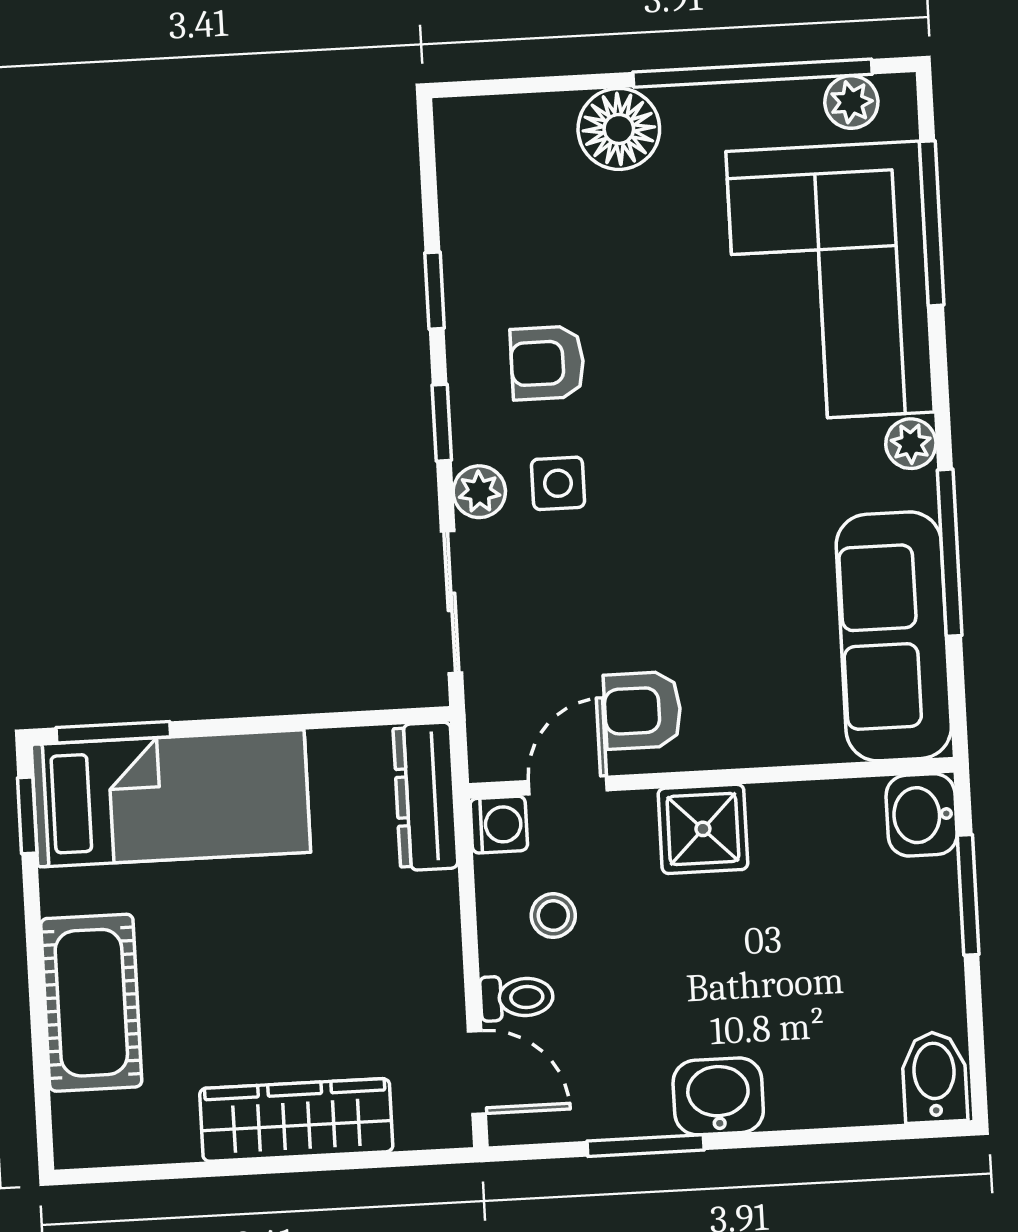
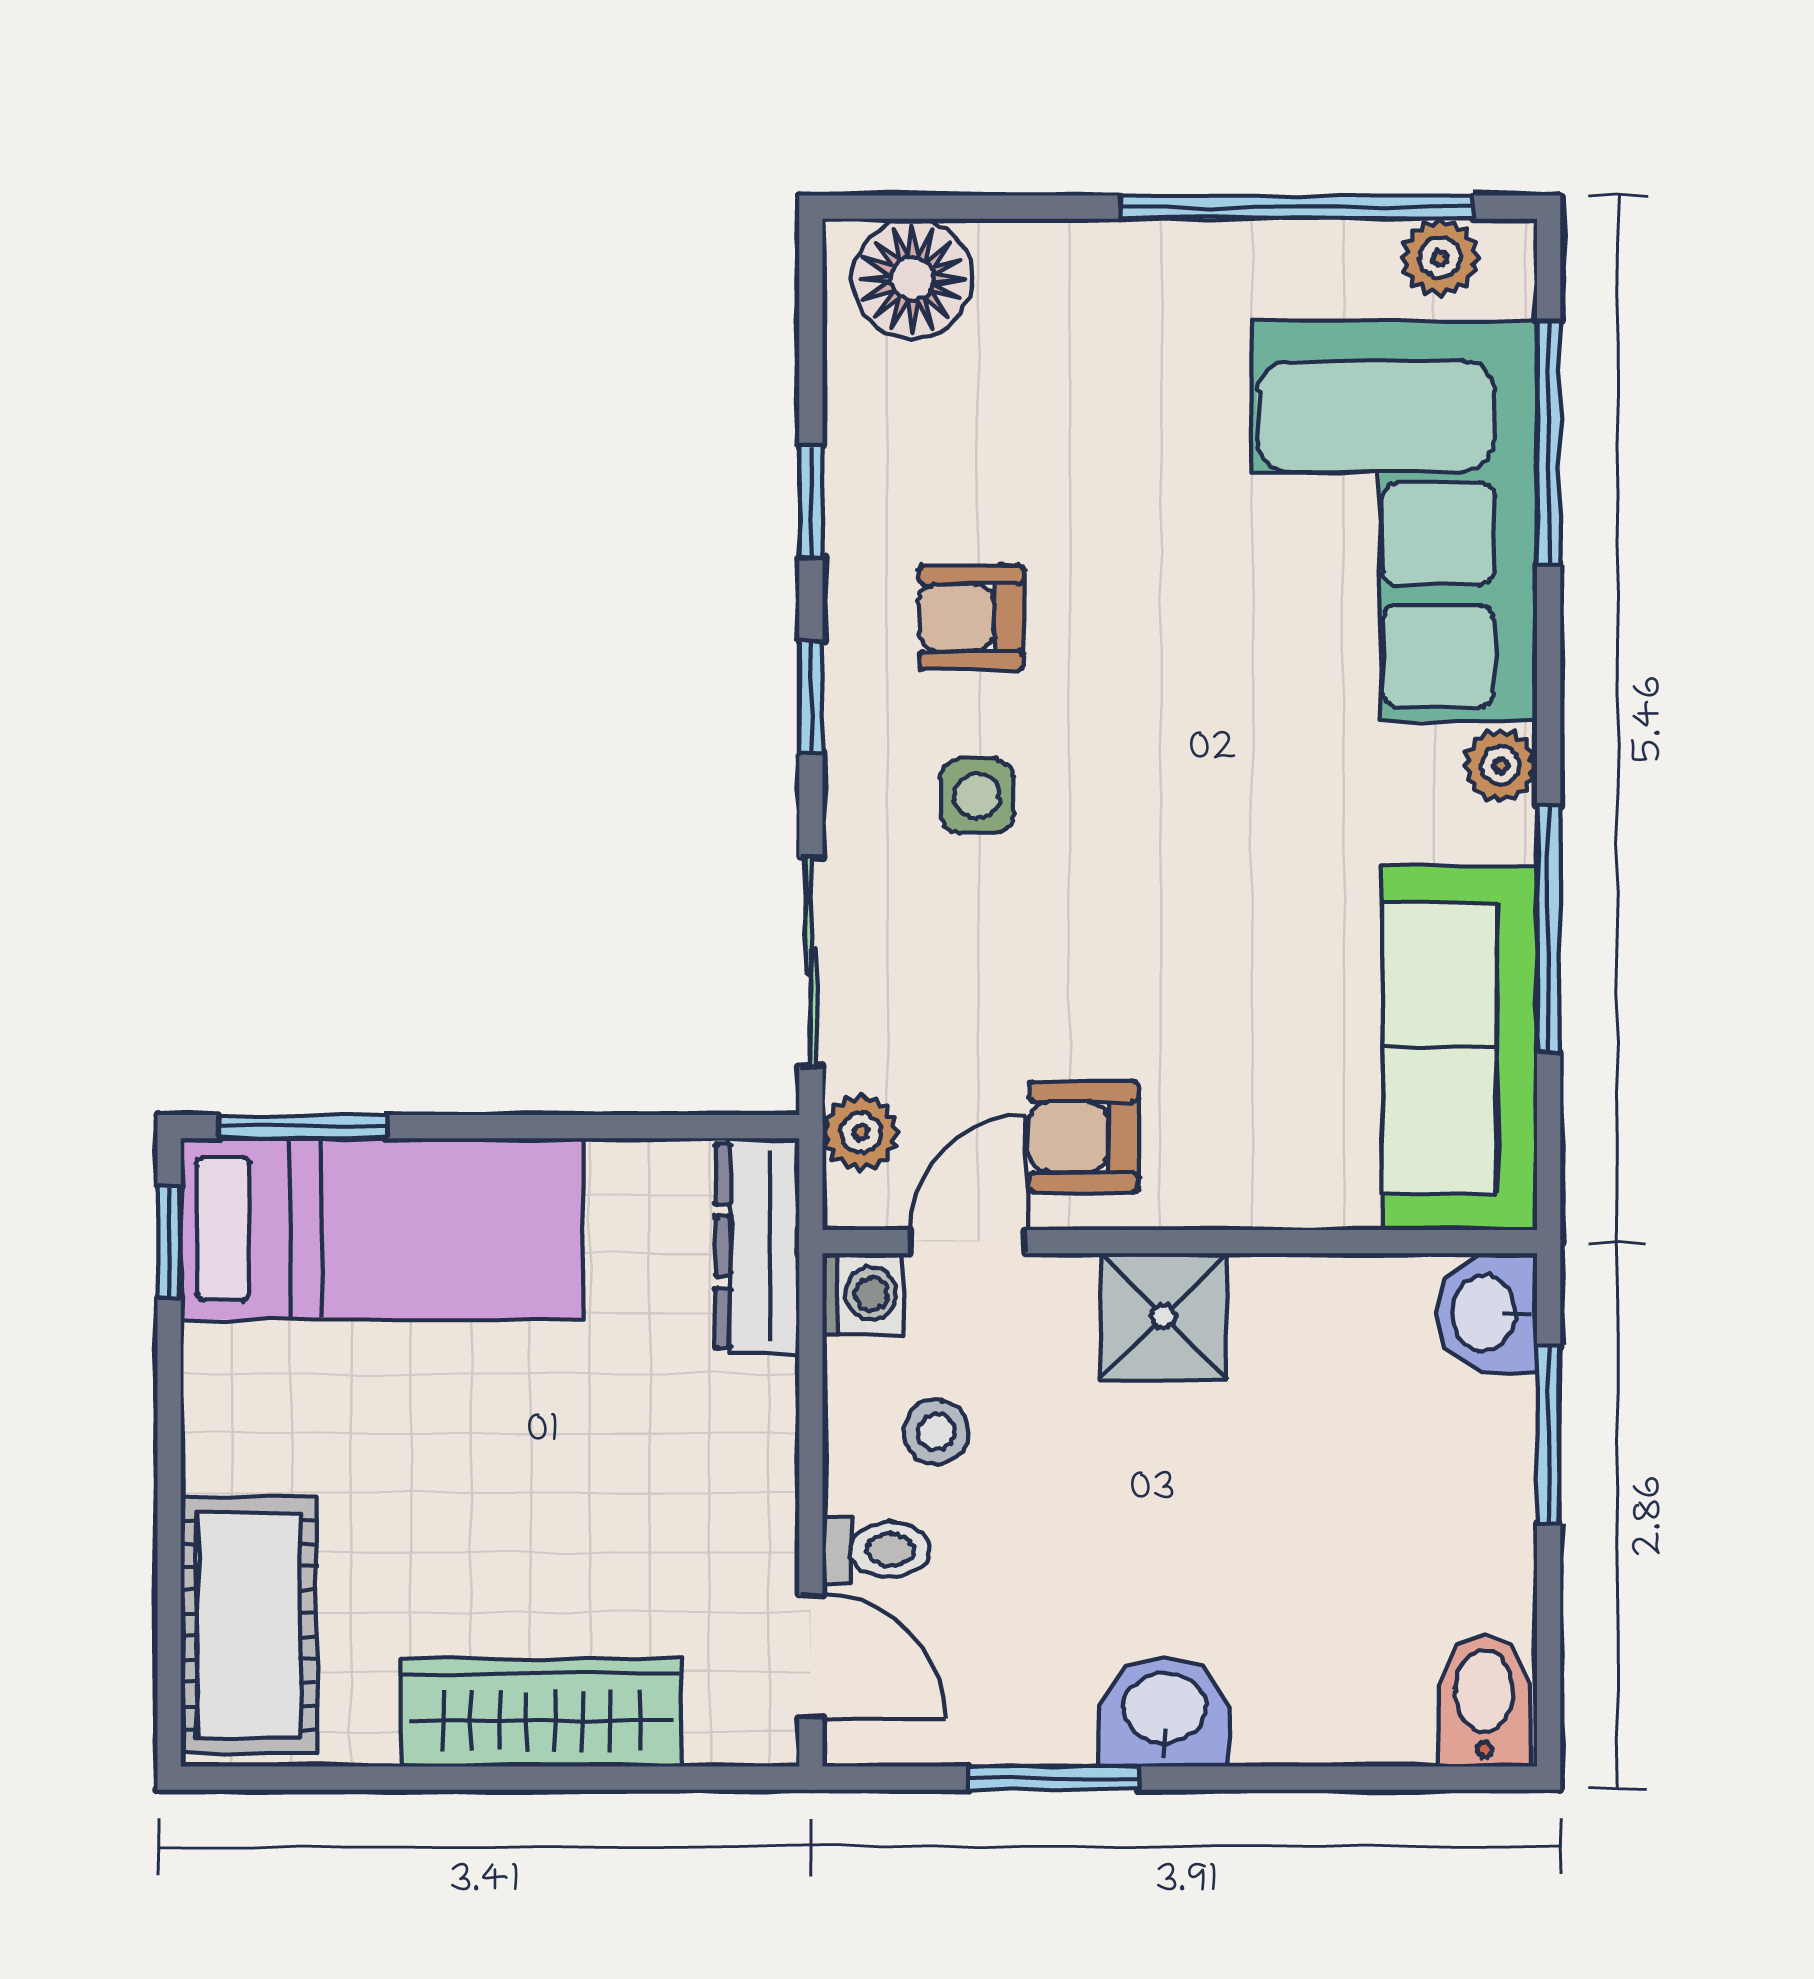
floor lamp: (619, 129) -> (912, 279), moved
plant: (479, 492) -> (861, 1133), moved
cot: (91, 1003) -> (249, 1625), moved

